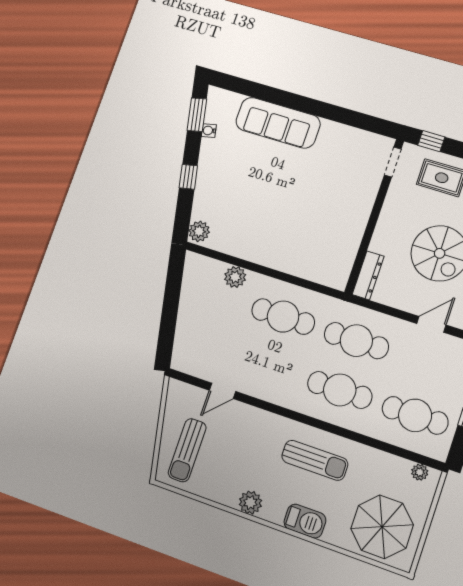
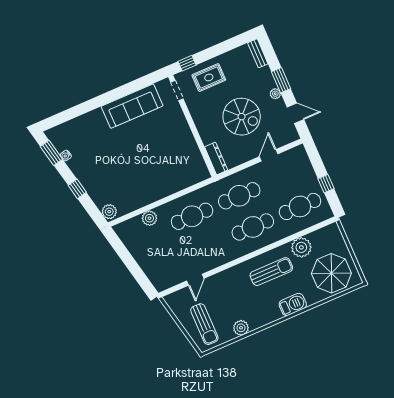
sofa: (278, 123) -> (132, 106), moved
plant: (420, 472) -> (301, 247), moved, width x1.88, depth x1.88
plant: (250, 503) -> (241, 328), moved

